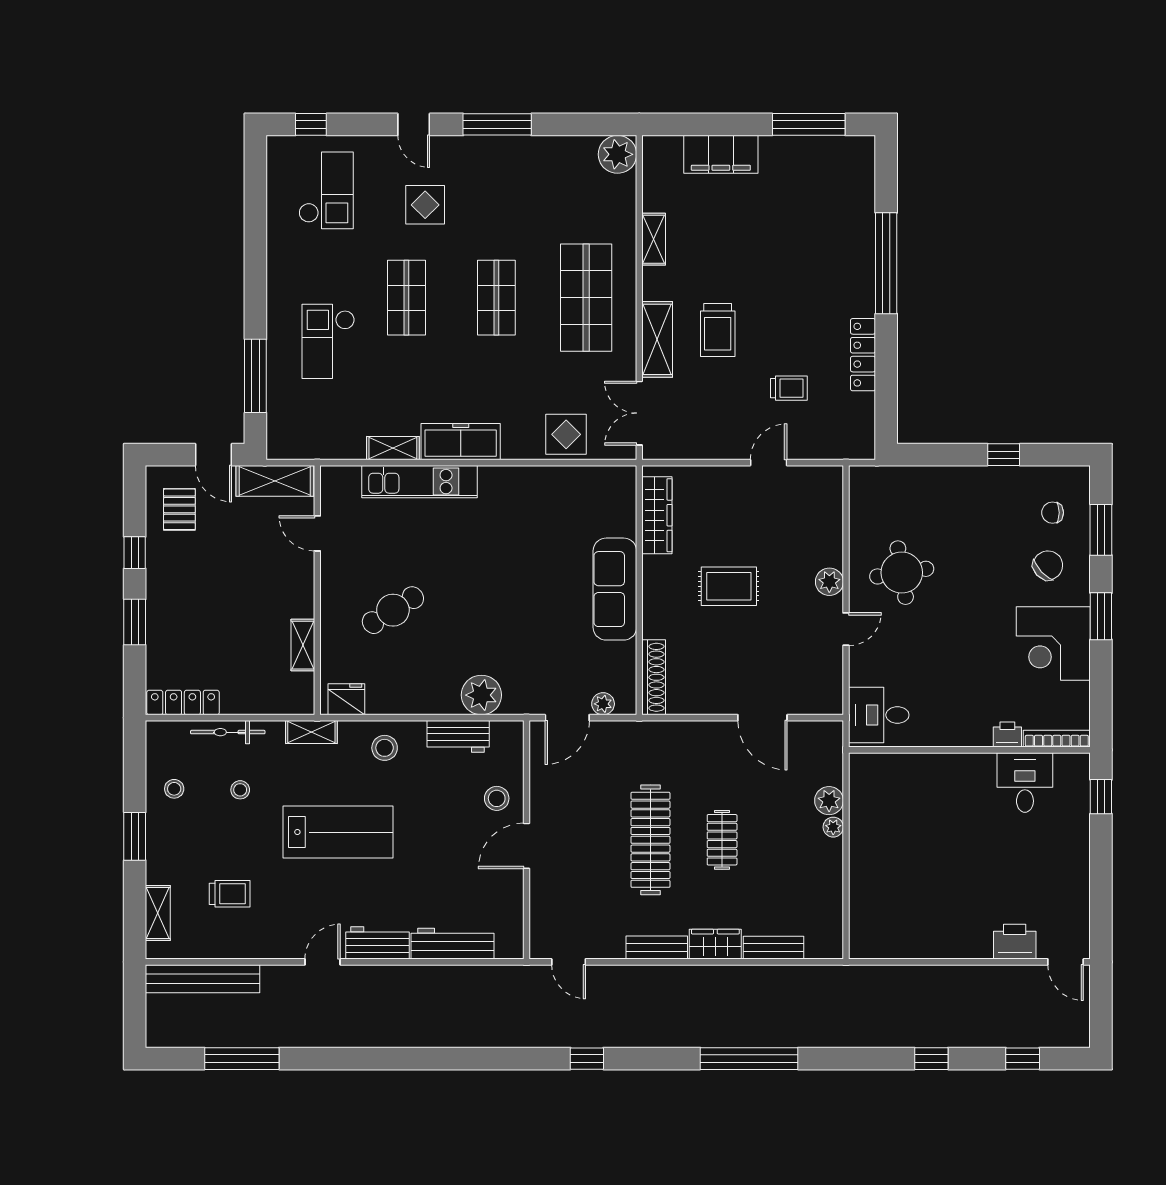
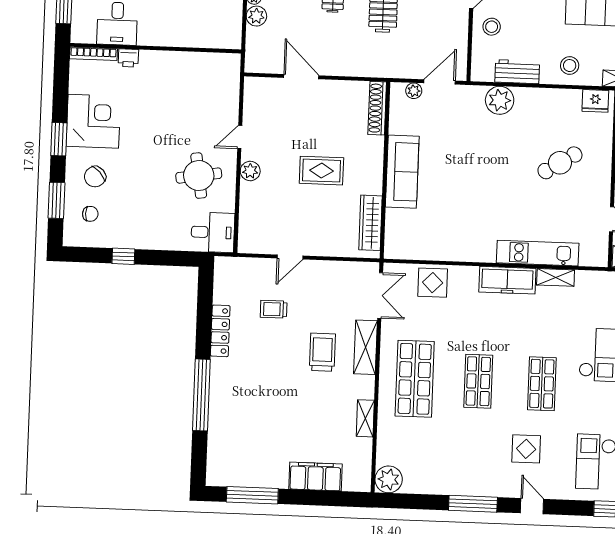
desk: (879, 715) -> (213, 232), moved

